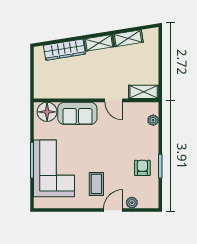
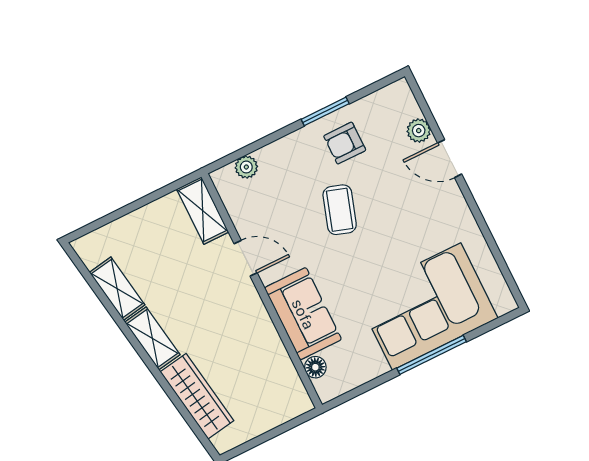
door: (114, 100) -> (246, 258), hinge flipped
floor lamp: (47, 112) -> (315, 367), width x0.53, depth x0.53
coffee table: (96, 184) -> (340, 210), moved, turned -72

